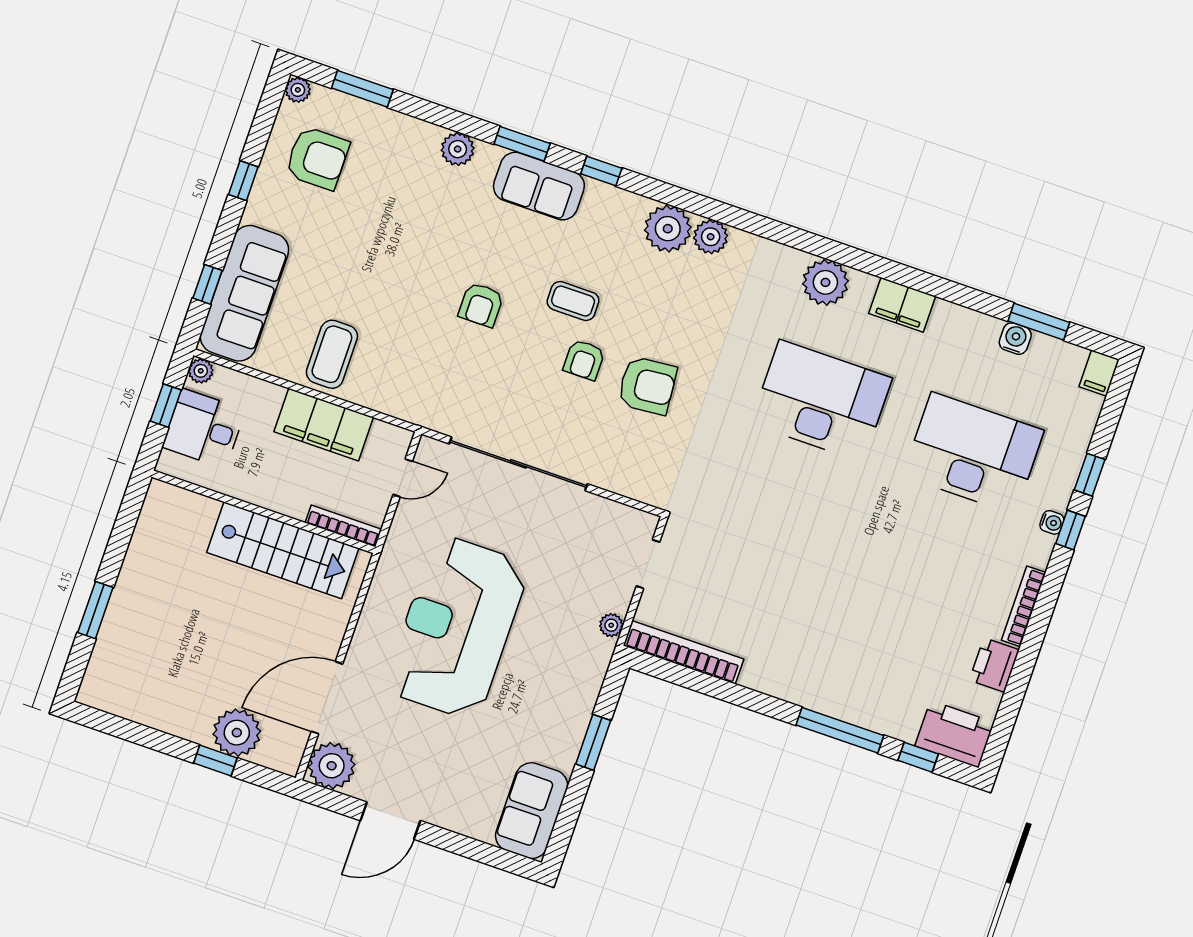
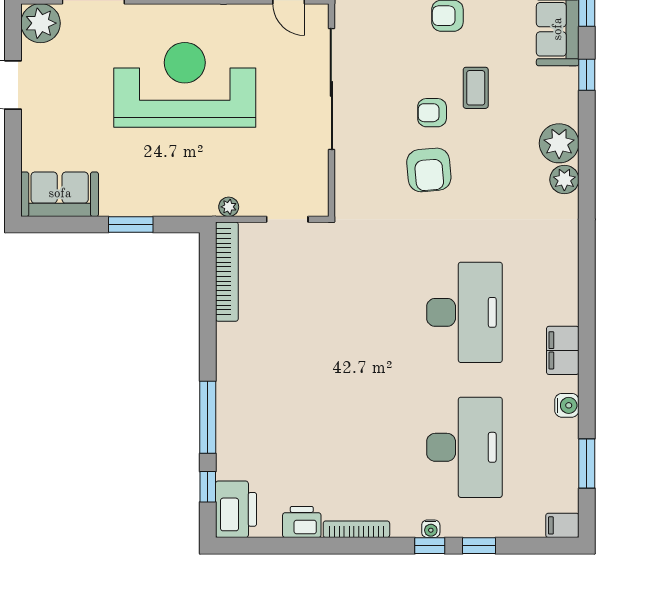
plant: (825, 282) -> (560, 283), removed
water cooler: (1015, 339) -> (567, 405), moved

